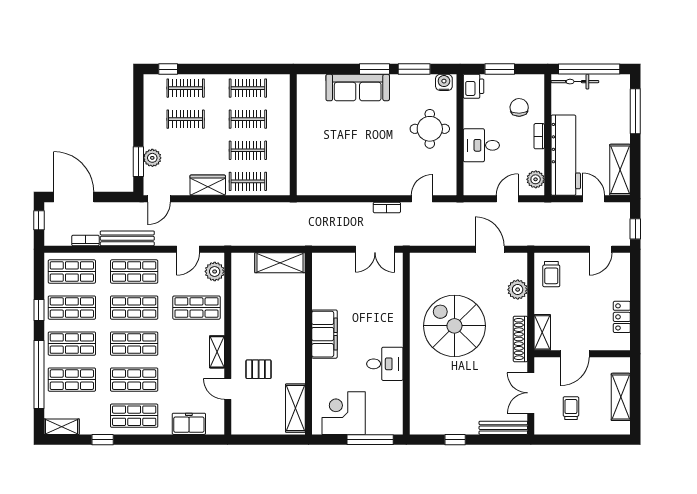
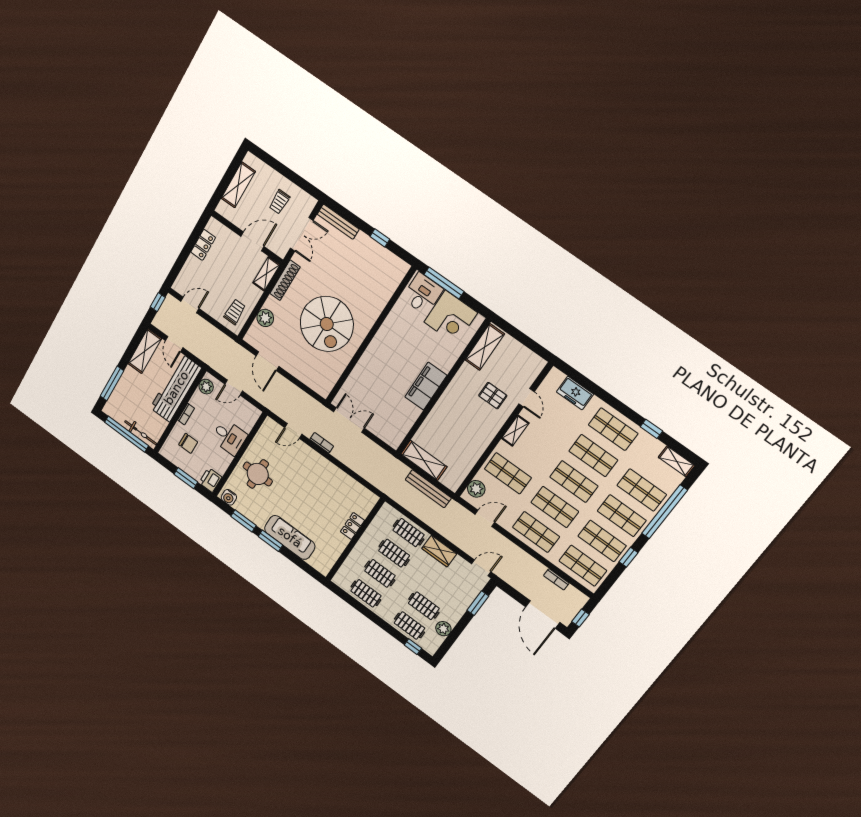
chair: (519, 107) -> (188, 443), turned -88
locker: (305, 147) -> (352, 526), added
plant: (152, 158) -> (443, 629), moved
bench: (127, 238) -> (428, 489), moved
desk: (385, 364) -> (423, 294), moved, turned 90

